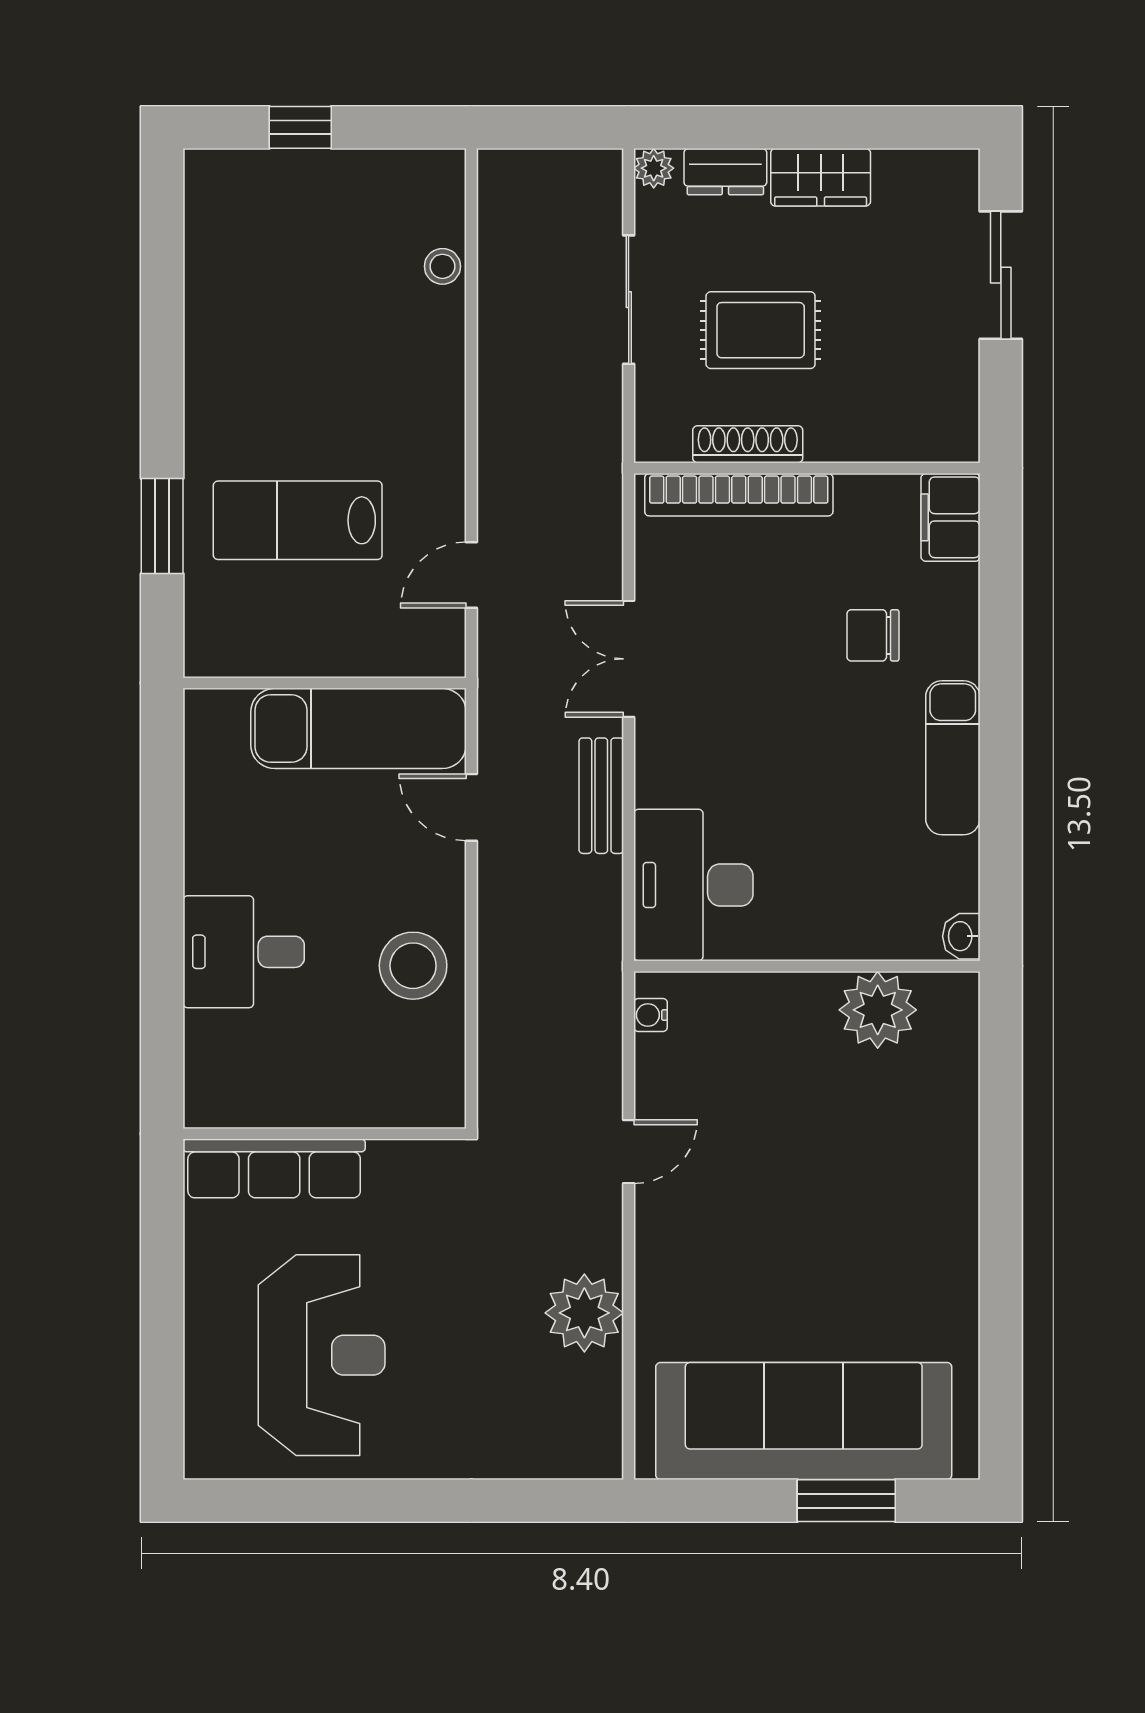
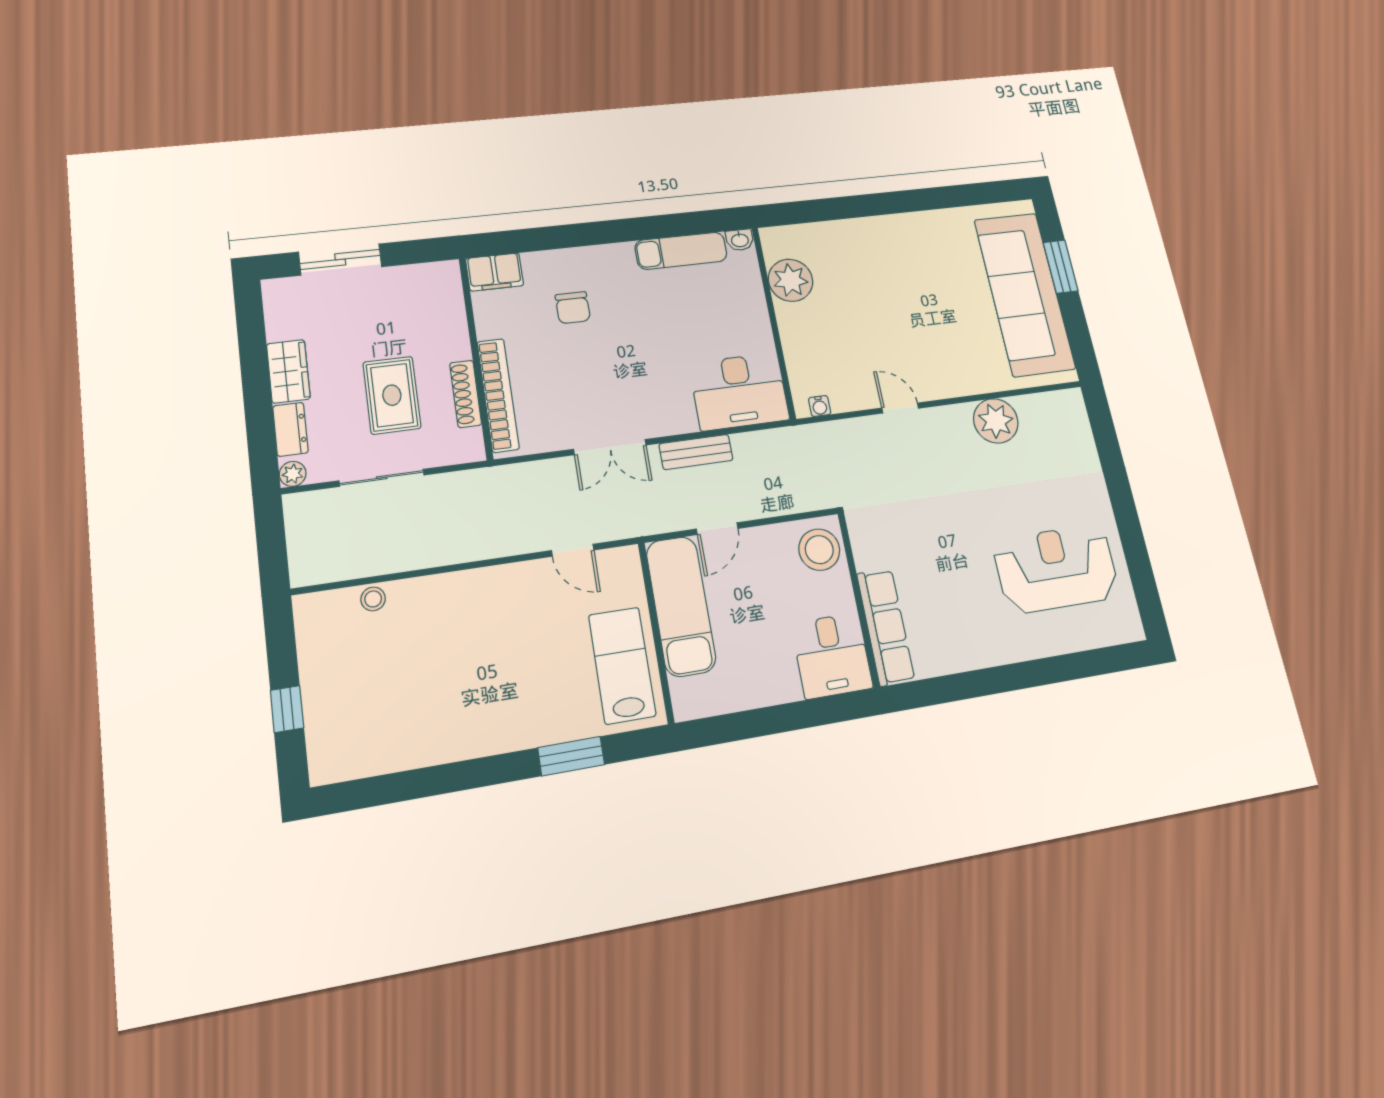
lab bench: (298, 520) -> (622, 665), moved, turned 180
exam couch: (953, 758) -> (681, 251), moved
wall: (325, 1134) -> (858, 599), moved
row of seats: (274, 1168) -> (886, 627), moved

